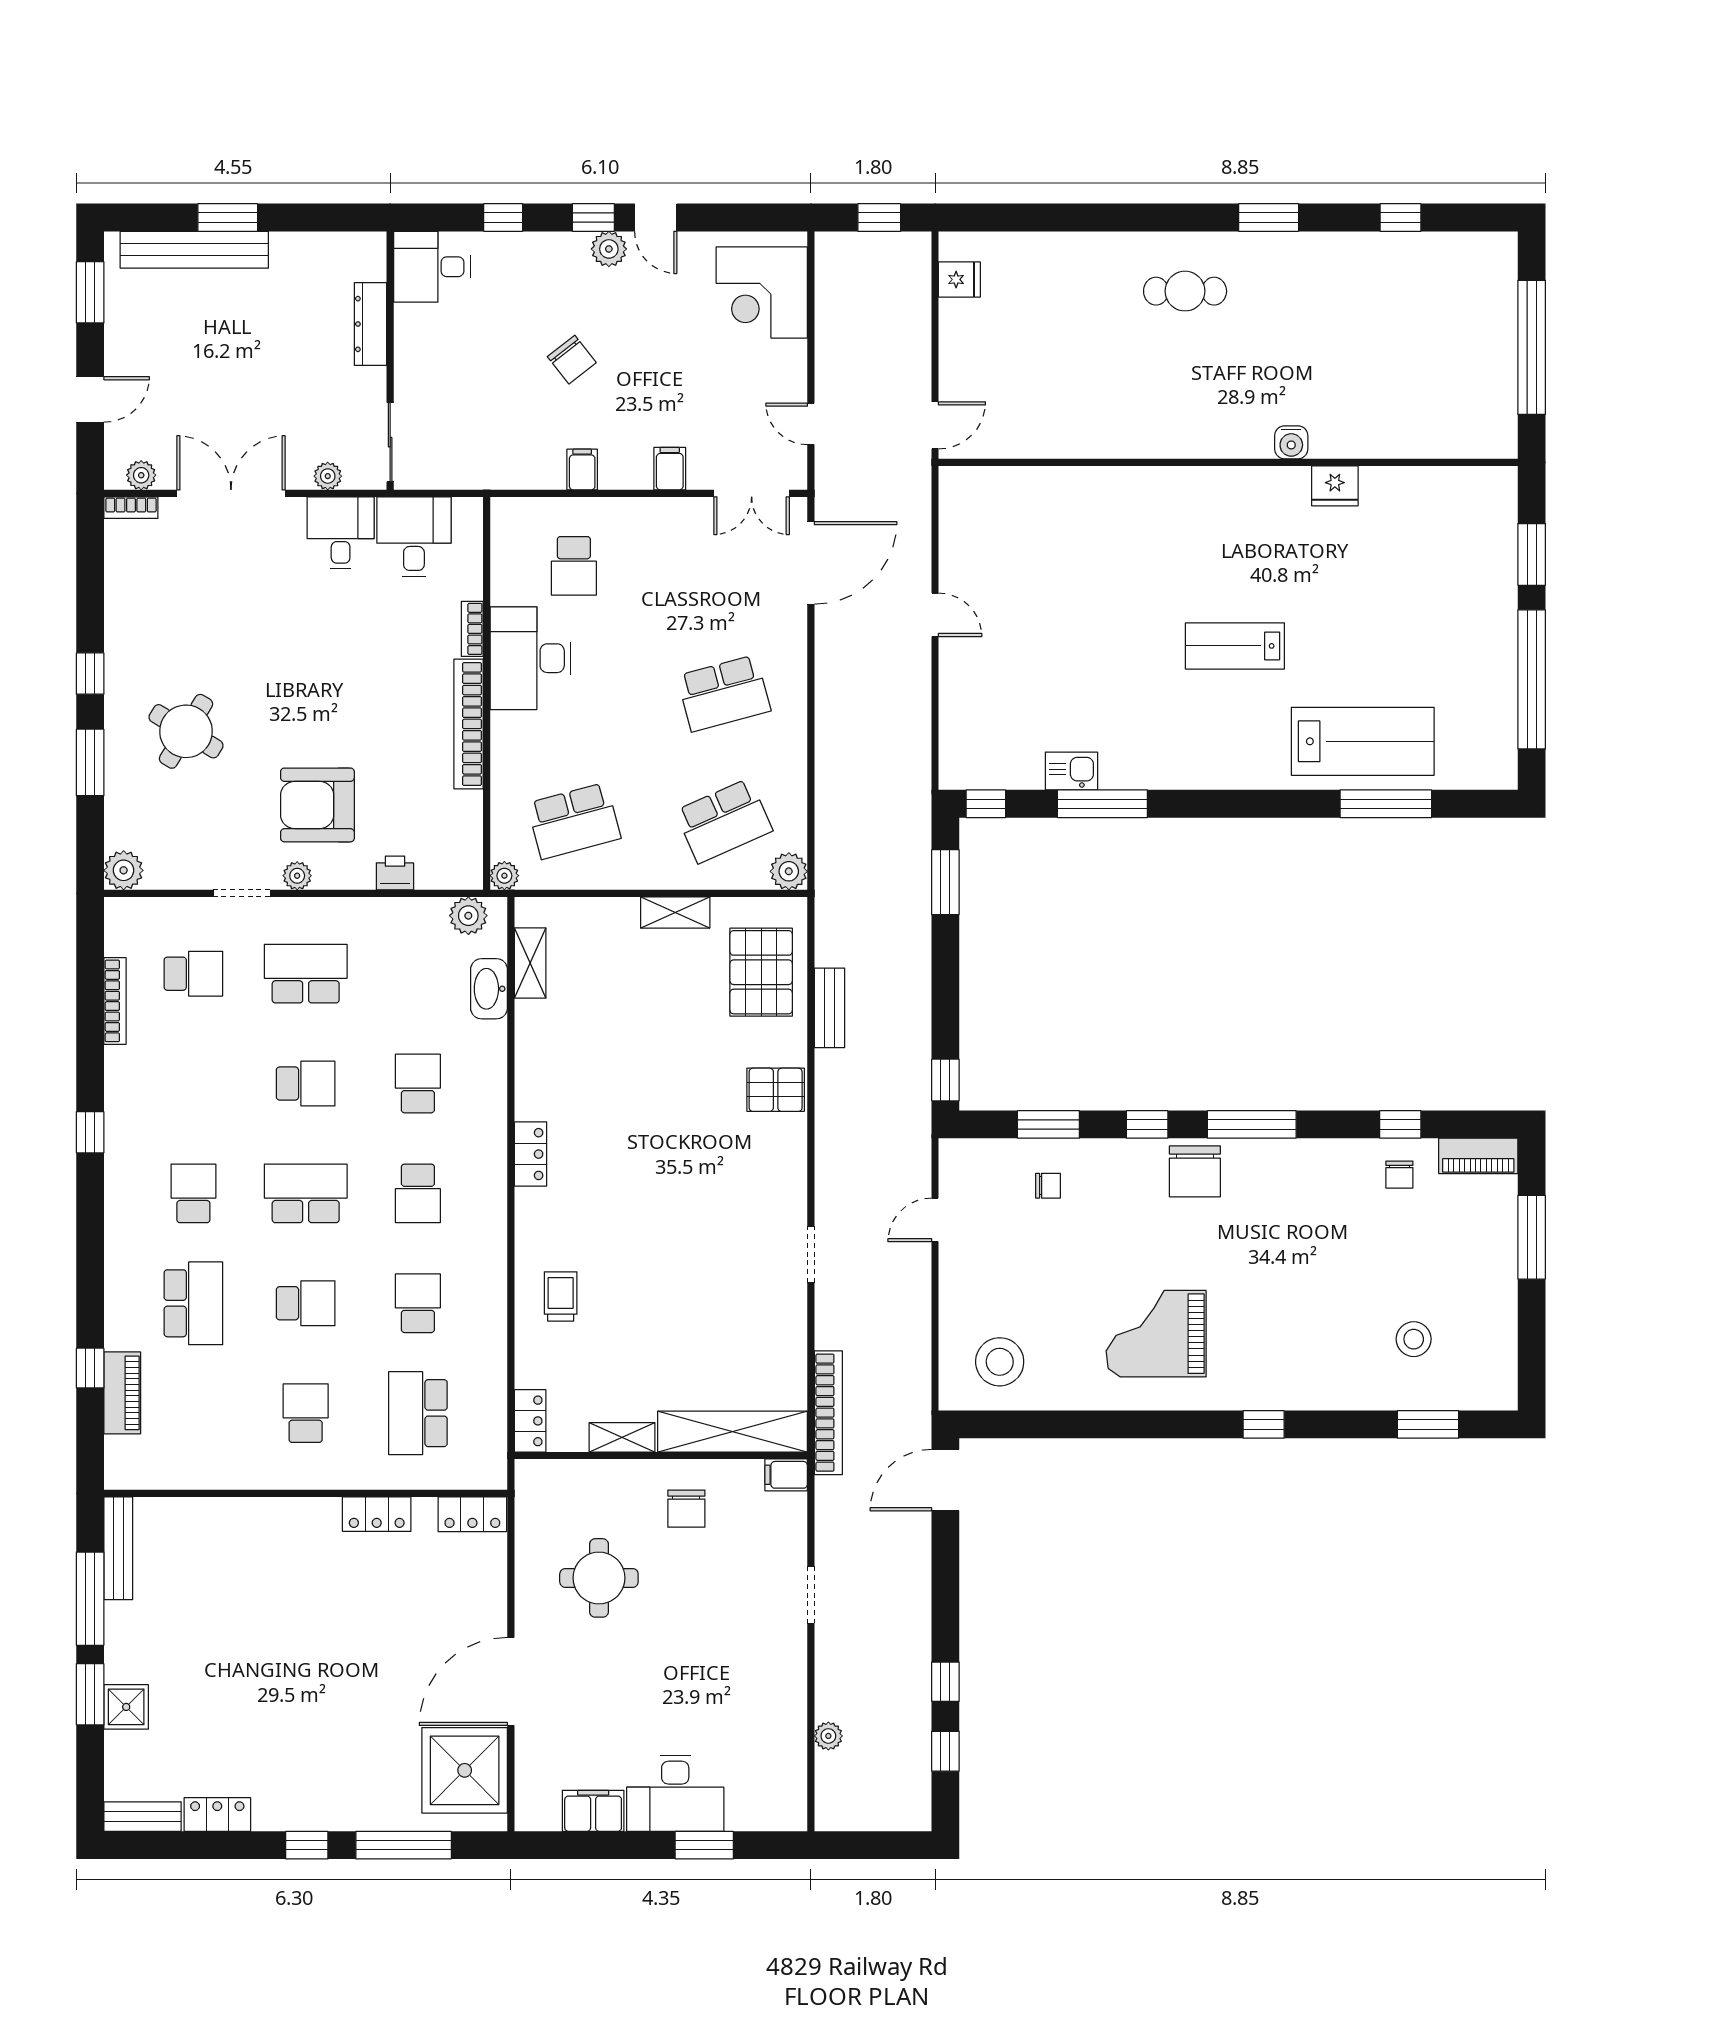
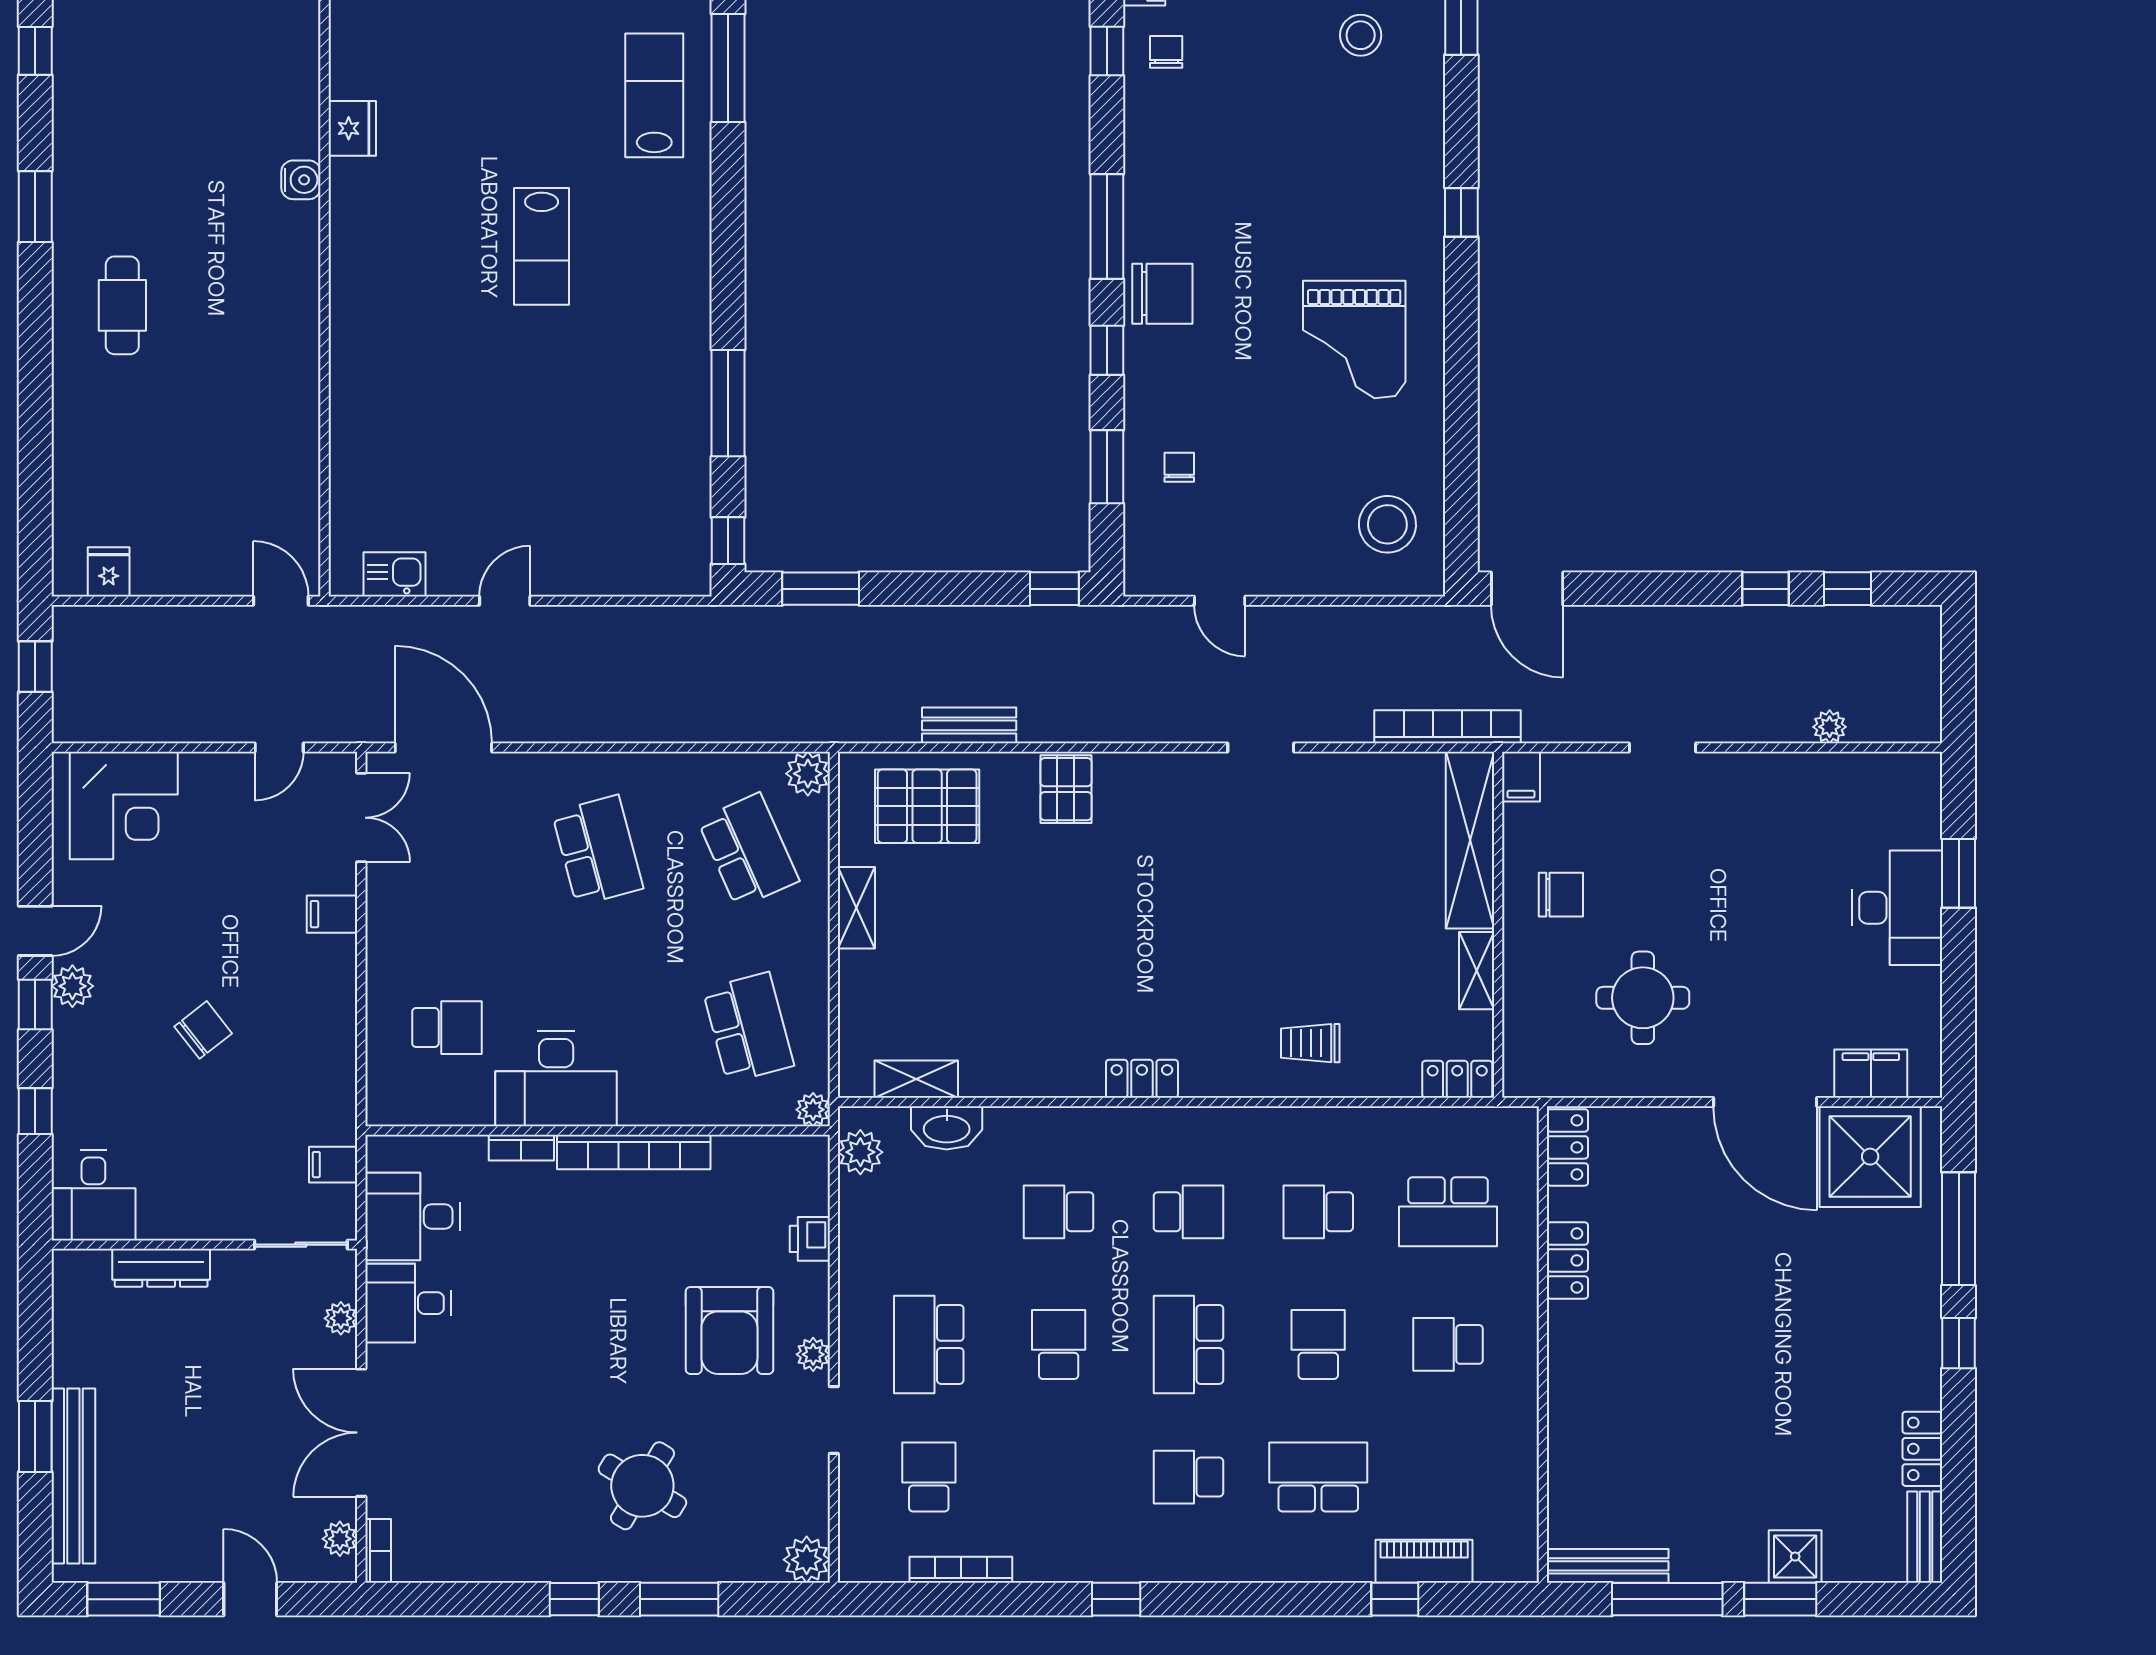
filing cabinet: (582, 470) -> (333, 1165), moved
lab bench: (1363, 741) -> (654, 95), width x0.73, depth x0.72
kitchen sink: (1071, 771) -> (394, 574), moved, turned 90
chair: (1399, 1175) -> (1166, 52), turned -90
filing cabinet: (593, 1811) -> (1871, 1074), moved, turned 90

